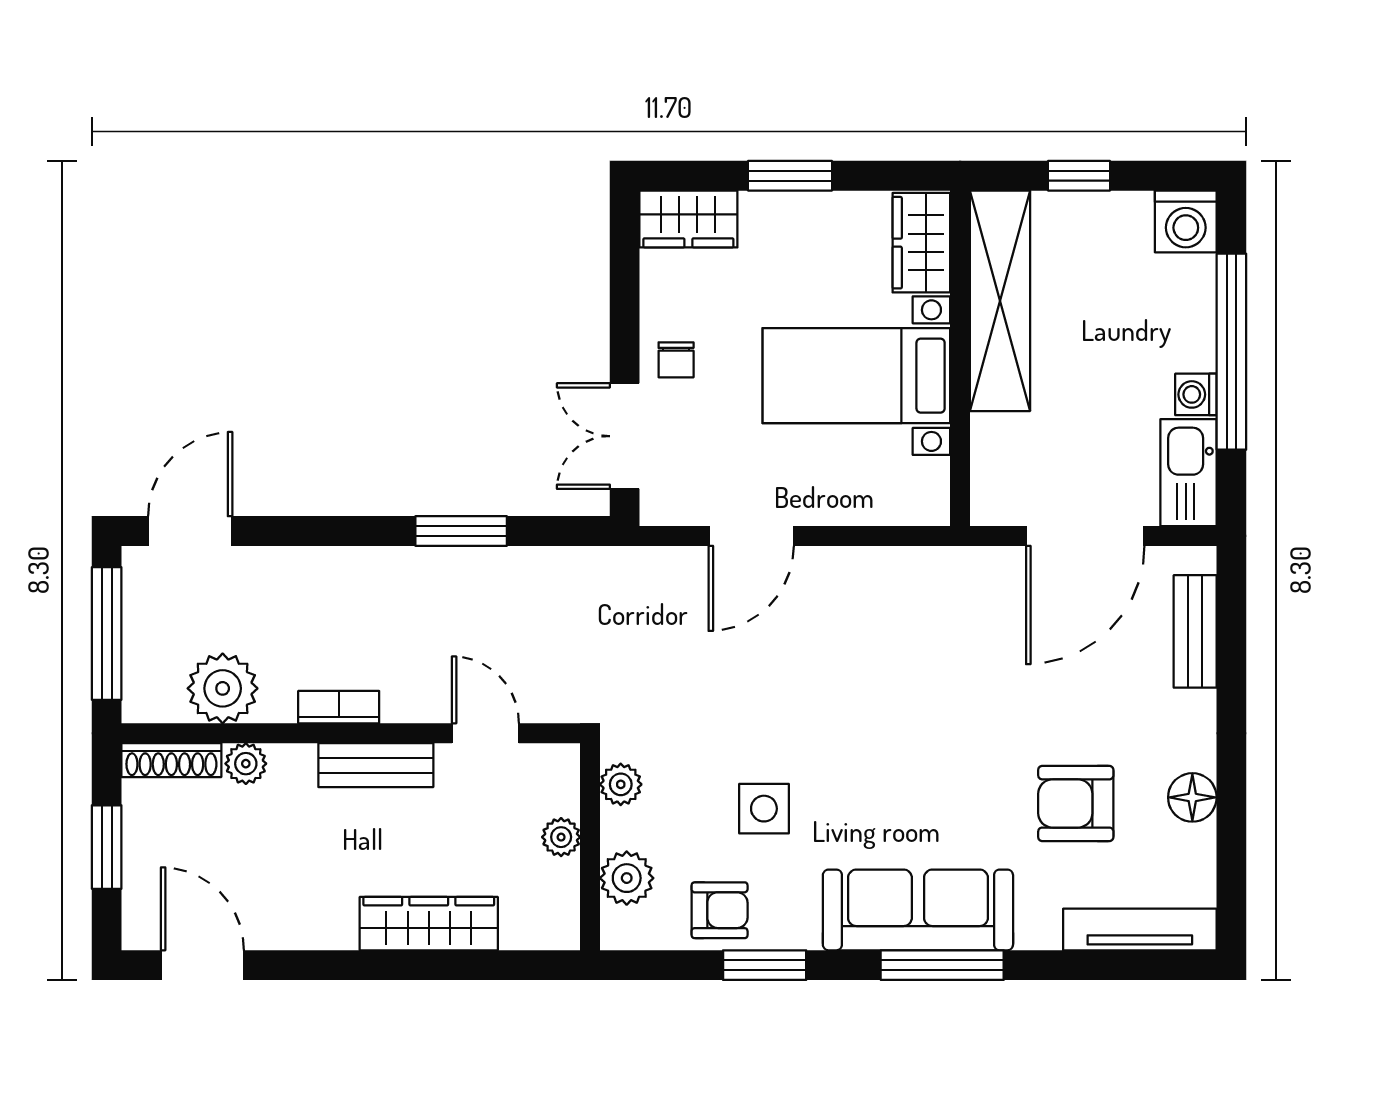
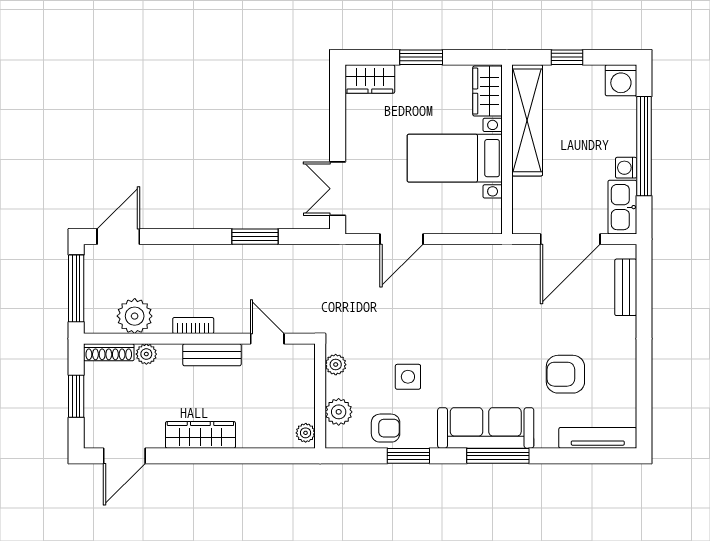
chair: (676, 360) -> (364, 150), removed
floor lamp: (1192, 797) -> (624, 371), removed
plant: (561, 837) -> (306, 433), moved
wardrobe: (429, 924) -> (200, 435), moved
door: (202, 965) -> (124, 456), swing flipped

